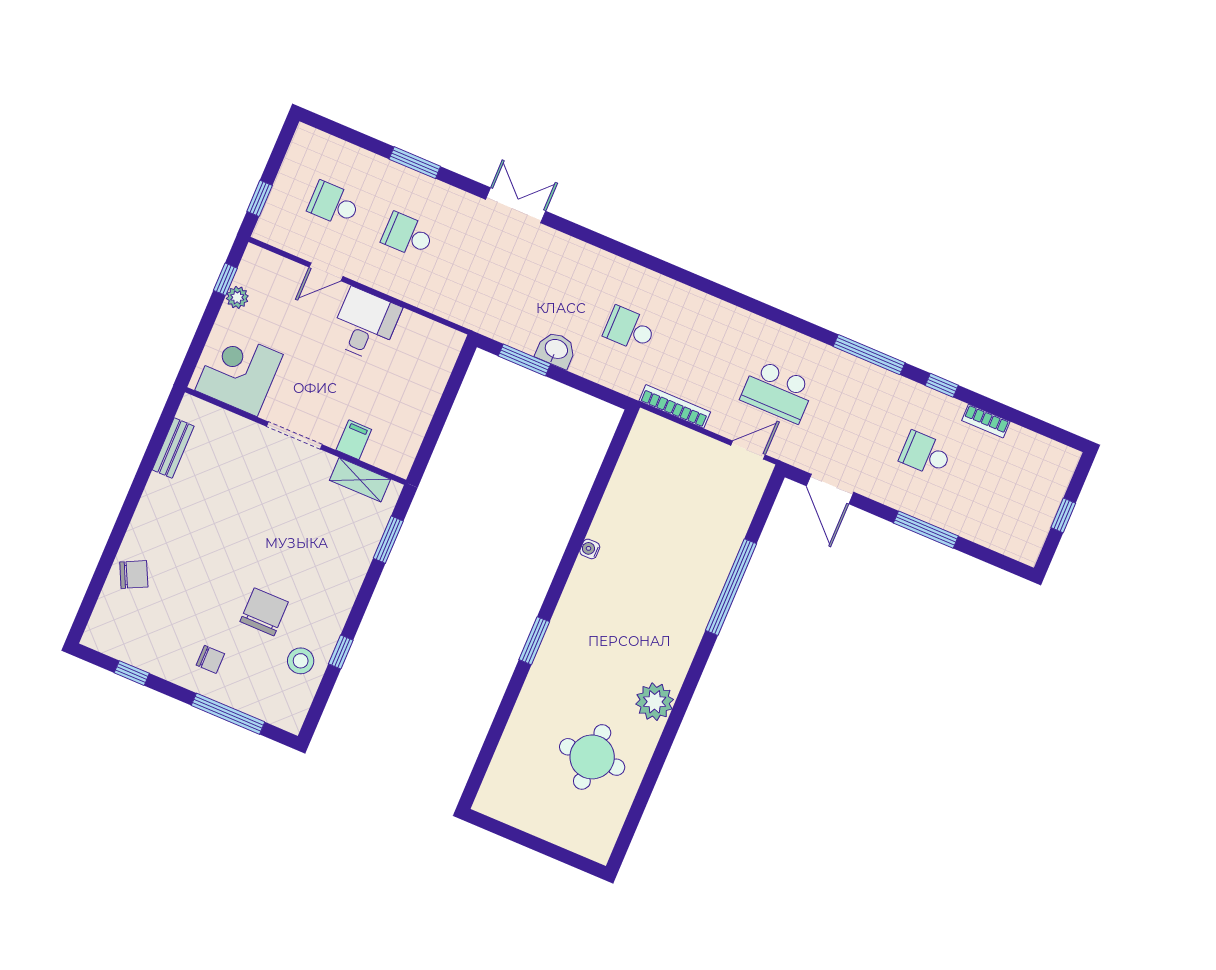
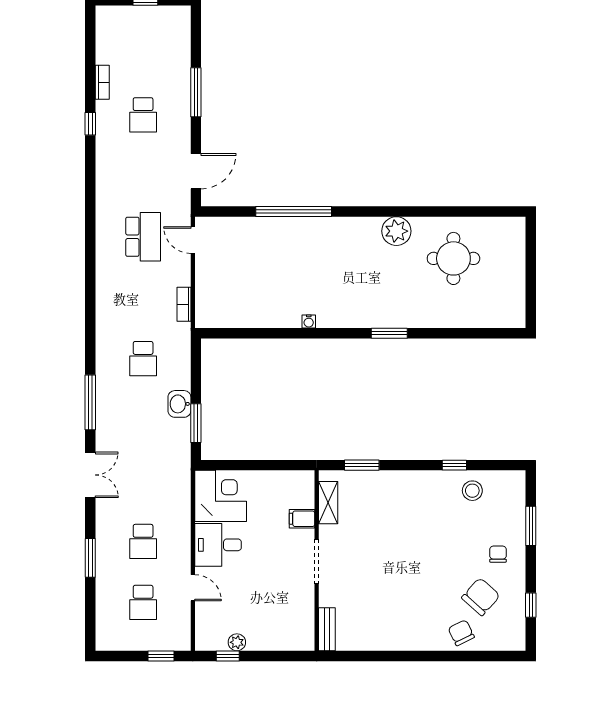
double door: (516, 205) -> (90, 475), swing flipped
window: (869, 355) -> (90, 402), moved
corner desk: (239, 372) -> (221, 496), moved, turned 180
bookcase: (675, 406) -> (184, 304), width x0.64
bench: (173, 448) -> (327, 629), moved, turned 90
chair: (264, 612) -> (481, 597), moved, turned 132
window: (228, 714) -> (531, 526), width x0.69

